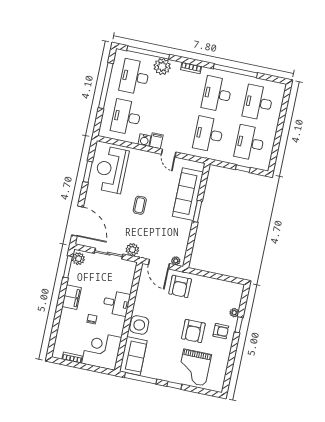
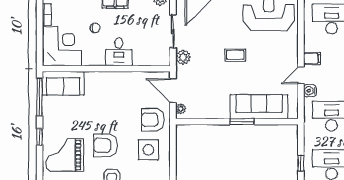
water cooler: (144, 140) -> (310, 91), moved
door: (159, 264) -> (173, 90), hinge flipped
side table: (139, 325) -> (148, 150), moved

